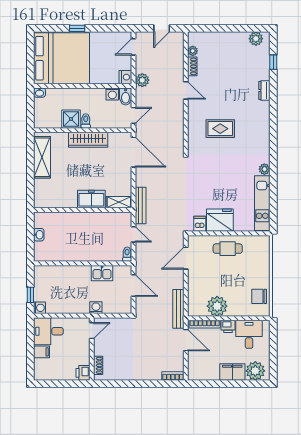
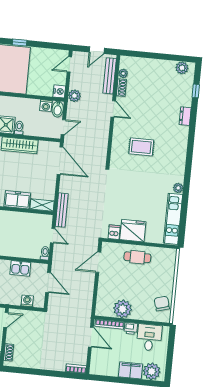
chair: (259, 296) -> (162, 304), turned 74
washing machine: (96, 308) -> (27, 301), moved
bench: (178, 309) -> (110, 76), moved

